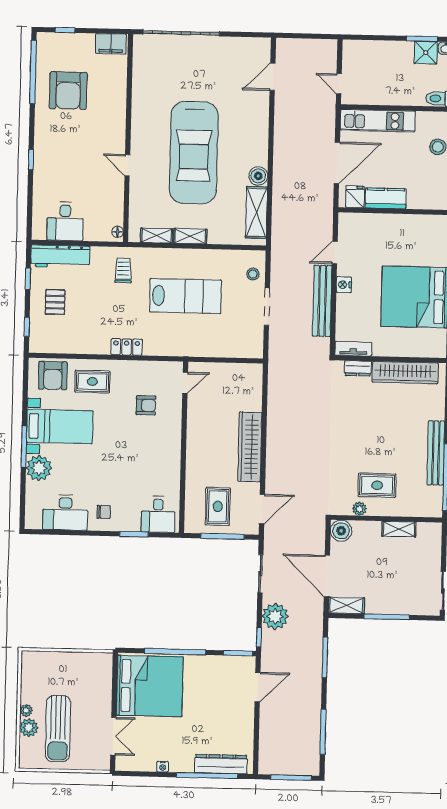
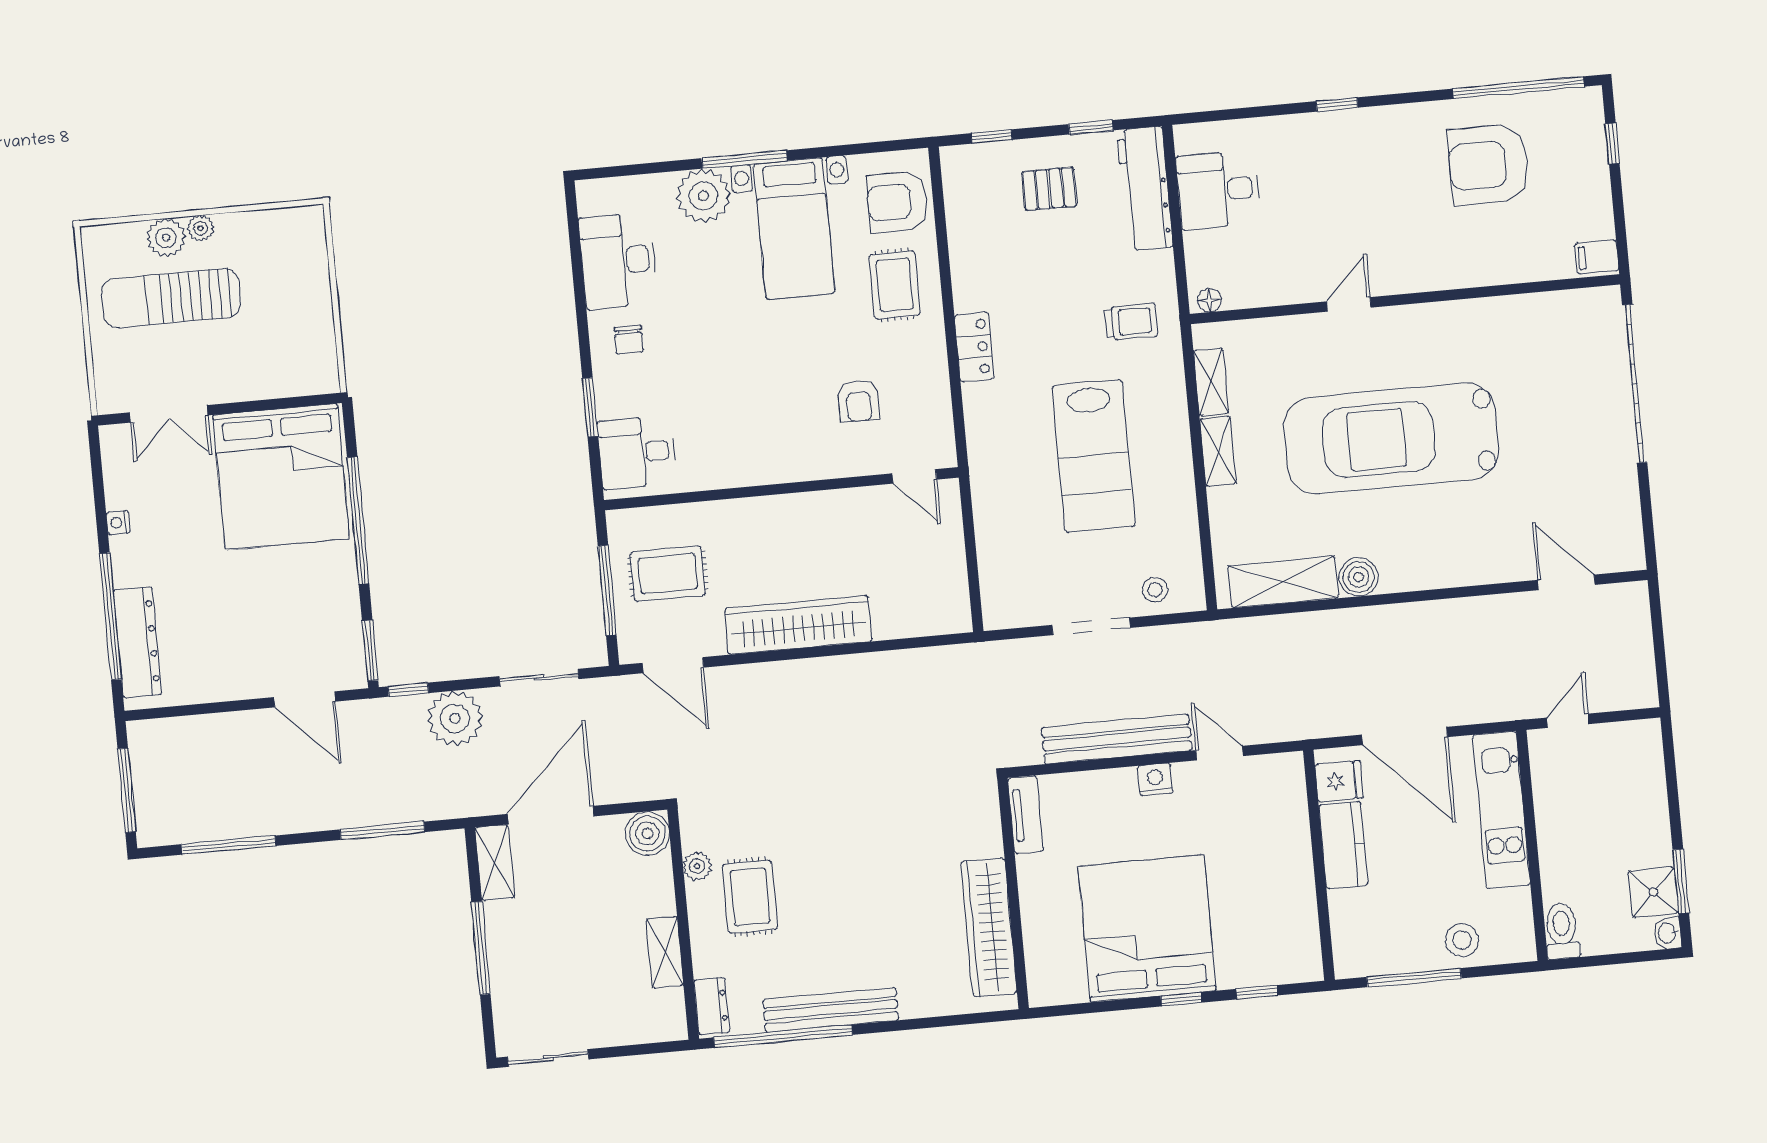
filing cabinet: (111, 44) -> (1597, 257), width x0.50
dresser: (358, 368) -> (712, 1006), moved, turned 180

